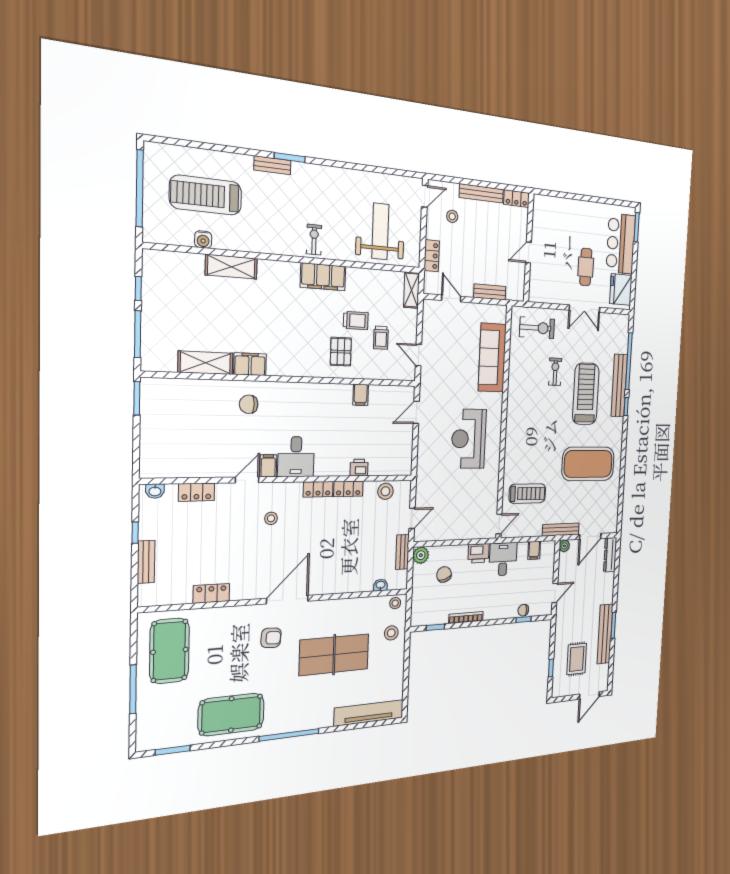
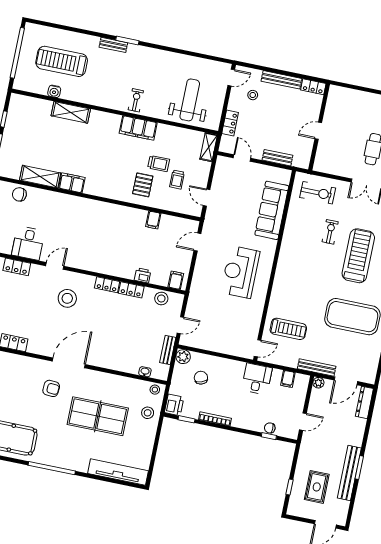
chair: (249, 404) -> (19, 194), moved
desk: (296, 457) -> (28, 243), moved
filing cabinet: (268, 466) -> (176, 280), moved
stool: (271, 518) -> (67, 298), width x1.89, depth x1.89
printer: (479, 553) -> (174, 405), moved, turned -90

